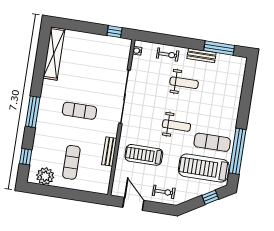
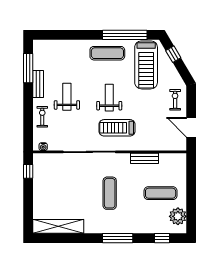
exercise mat: (212, 142) -> (107, 53), moved, turned 90
treadmill: (144, 155) -> (117, 128), moved, turned 90
door: (133, 204) -> (191, 127), hinge flipped

